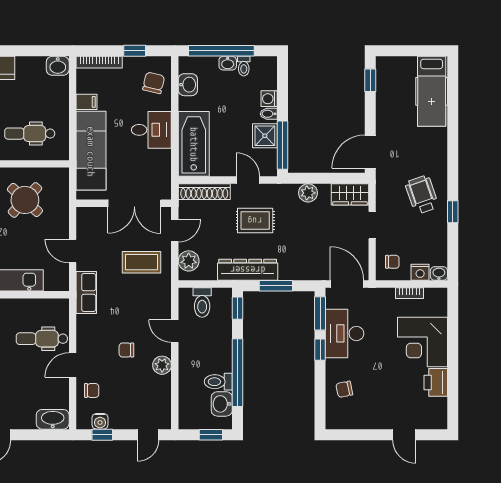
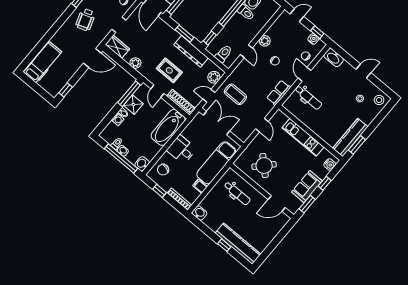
washbasin: (188, 85) -> (142, 164), moved
row of seats: (86, 292) -> (279, 93), moved
door: (73, 365) -> (304, 74), swing flipped

